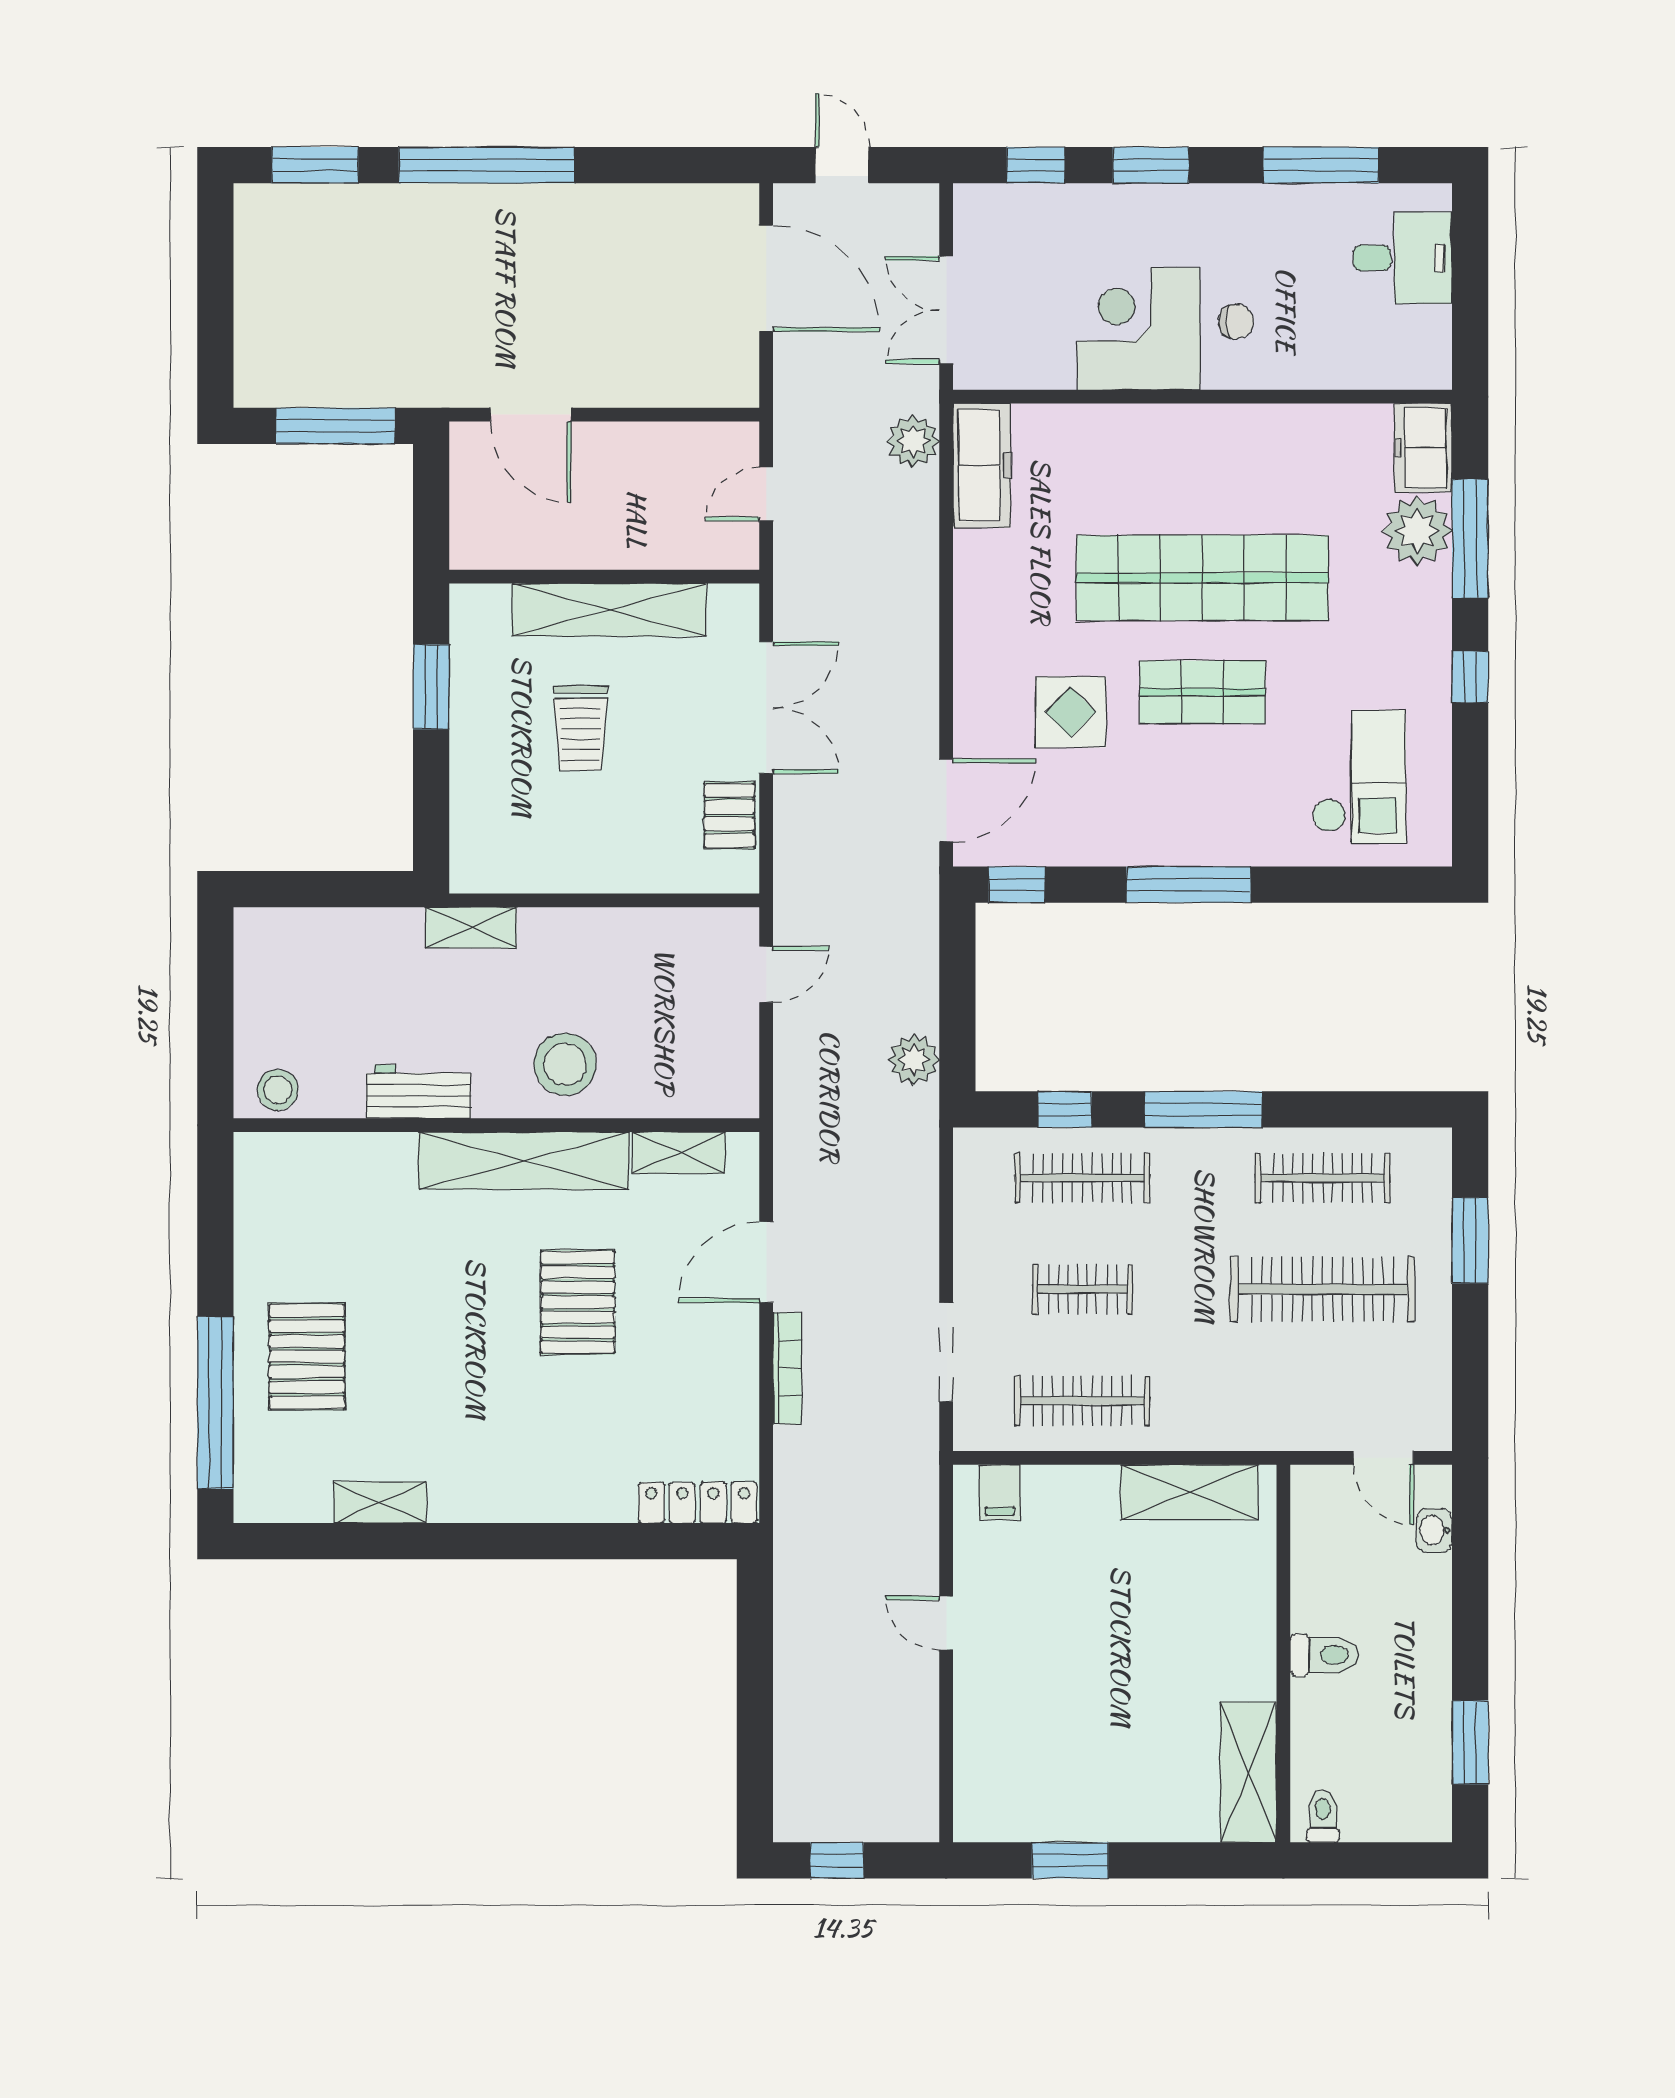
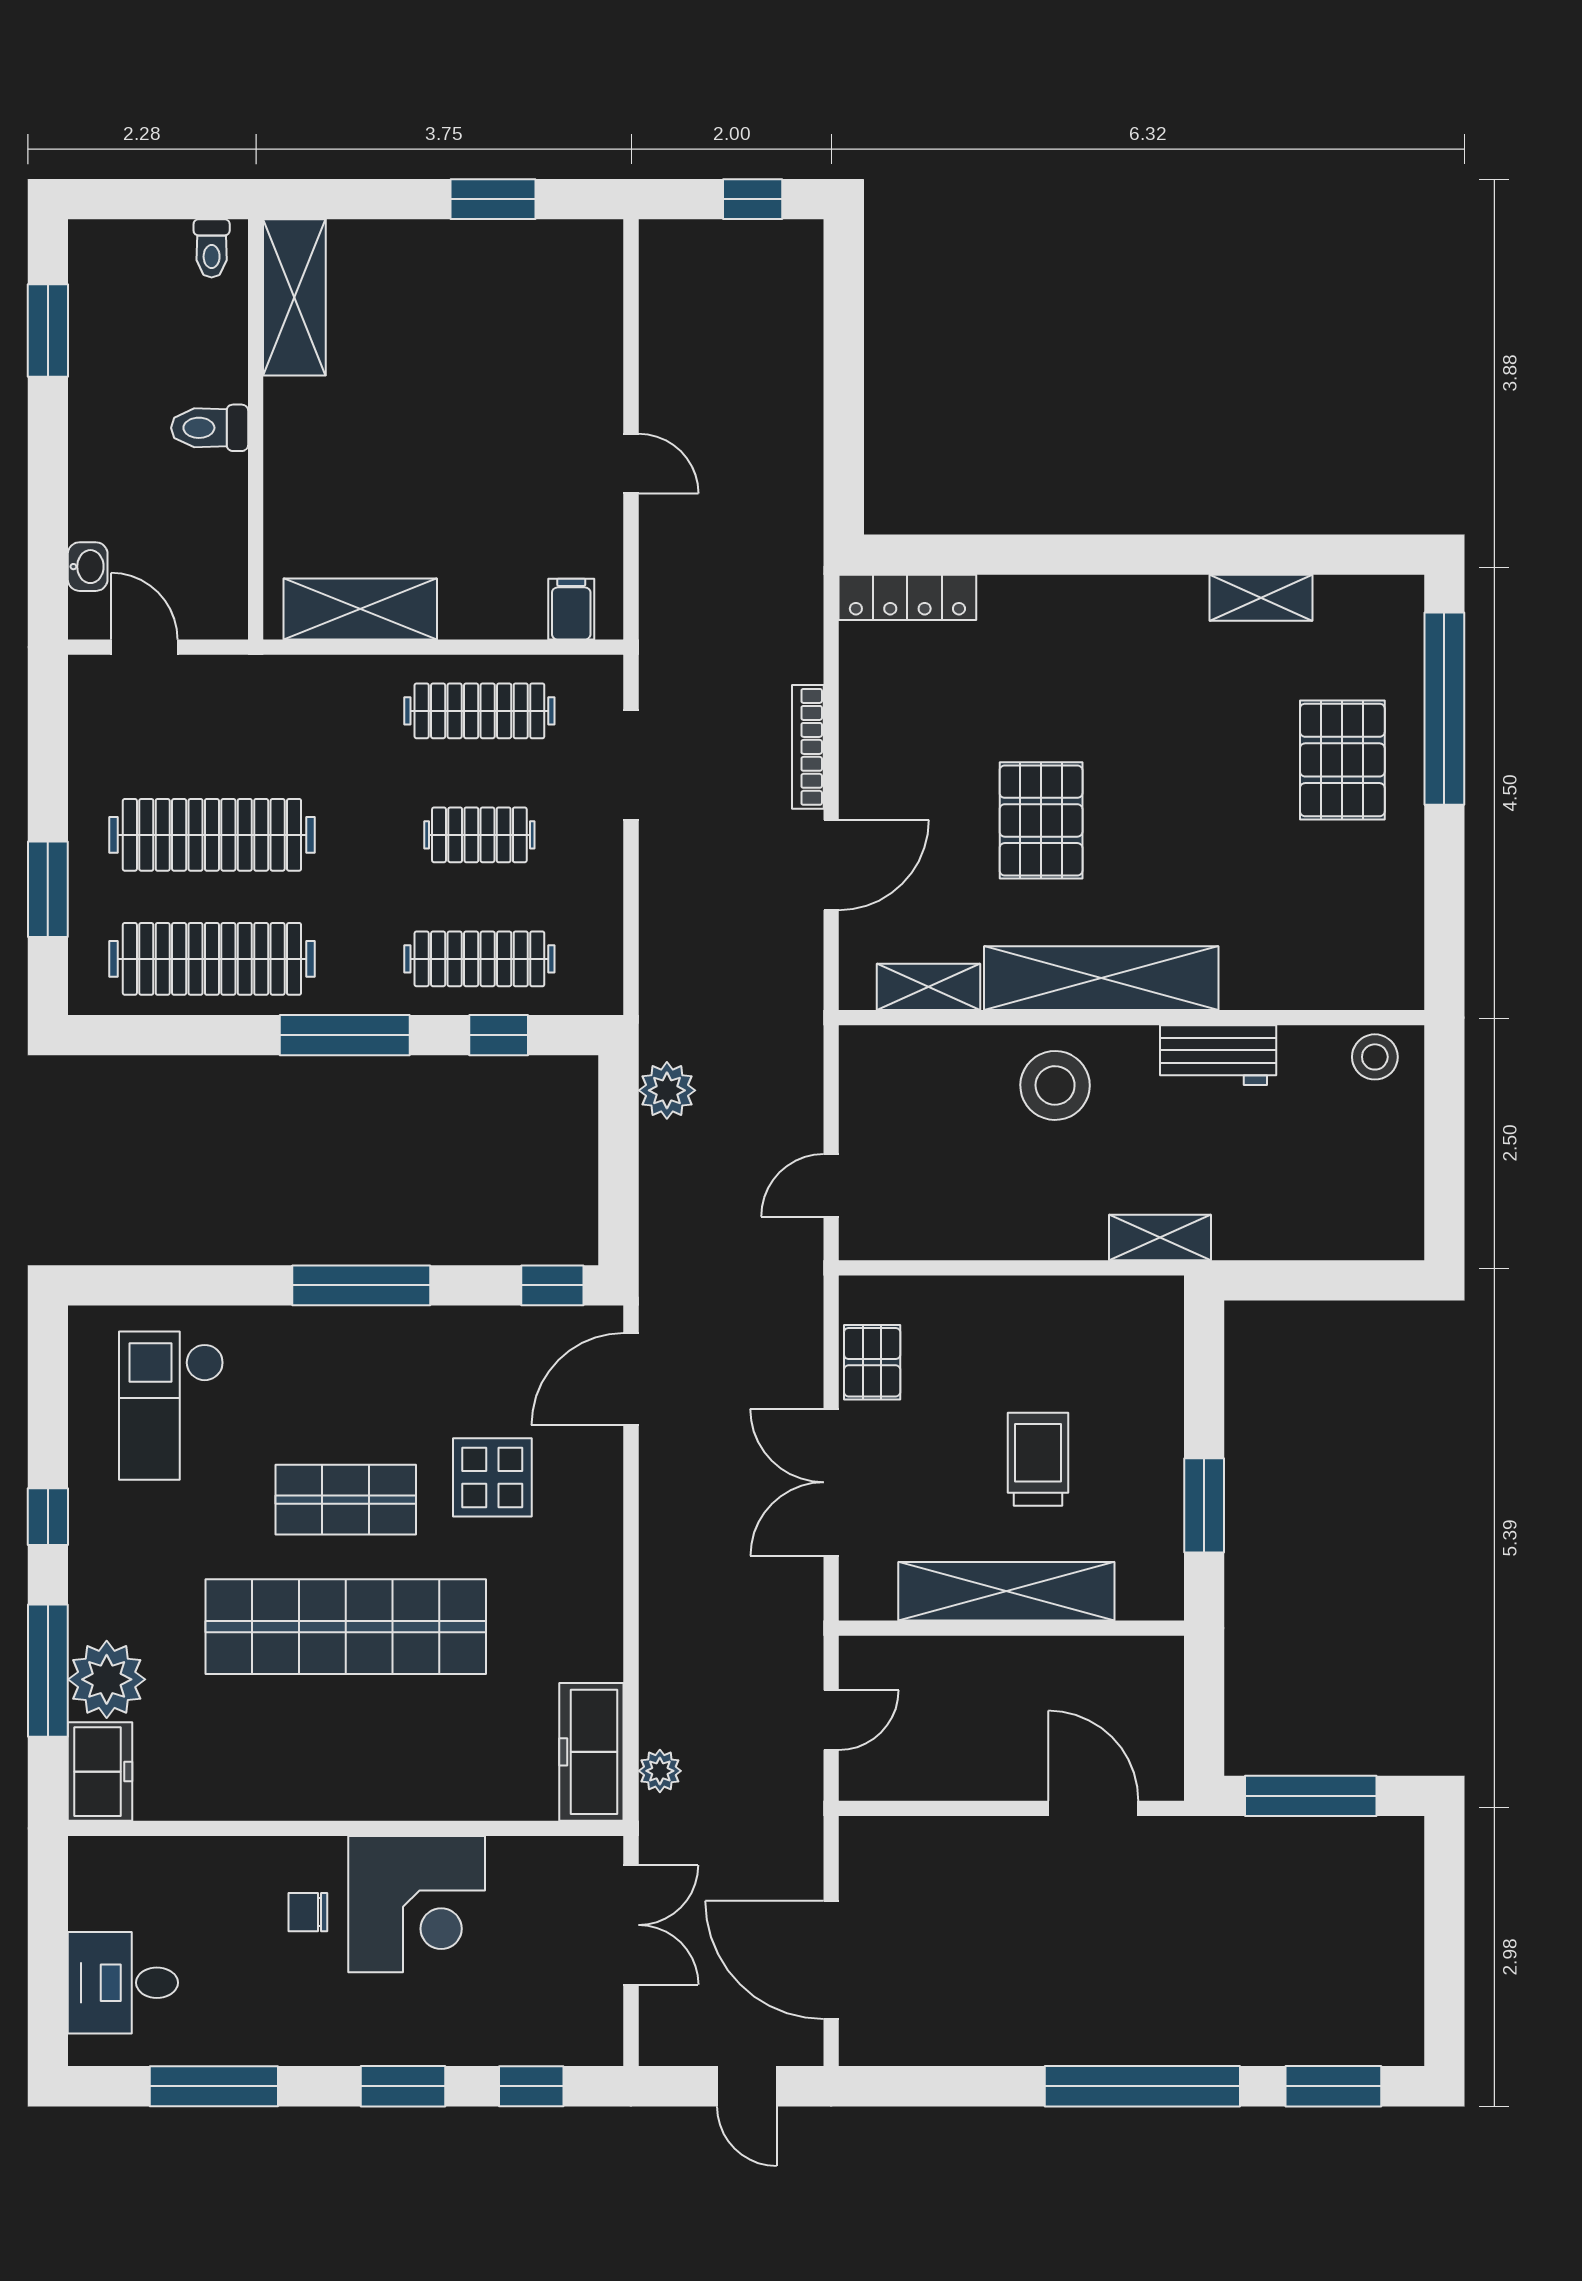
plant: (913, 441) -> (660, 1771), width x0.73, depth x0.73
clothes rail: (1323, 1178) -> (212, 959), width x1.37, depth x1.31

